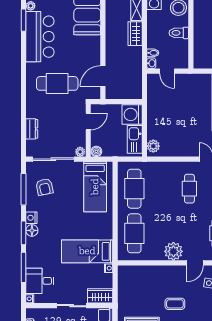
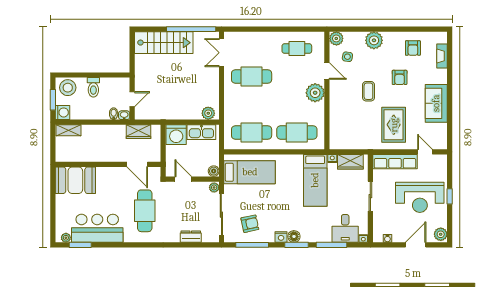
wardrobe: (135, 34) -> (139, 132), moved
cafe table: (189, 189) -> (252, 77), width x1.37, depth x1.35
wardrobe: (100, 296) -> (350, 162), moved, turned -90

